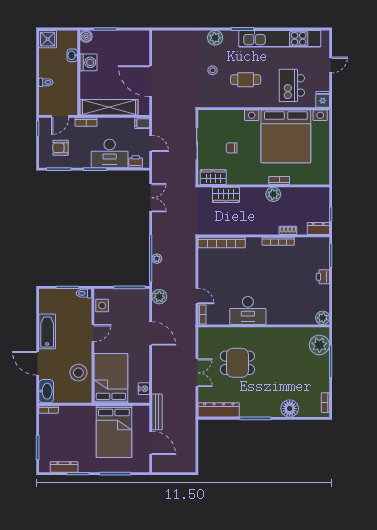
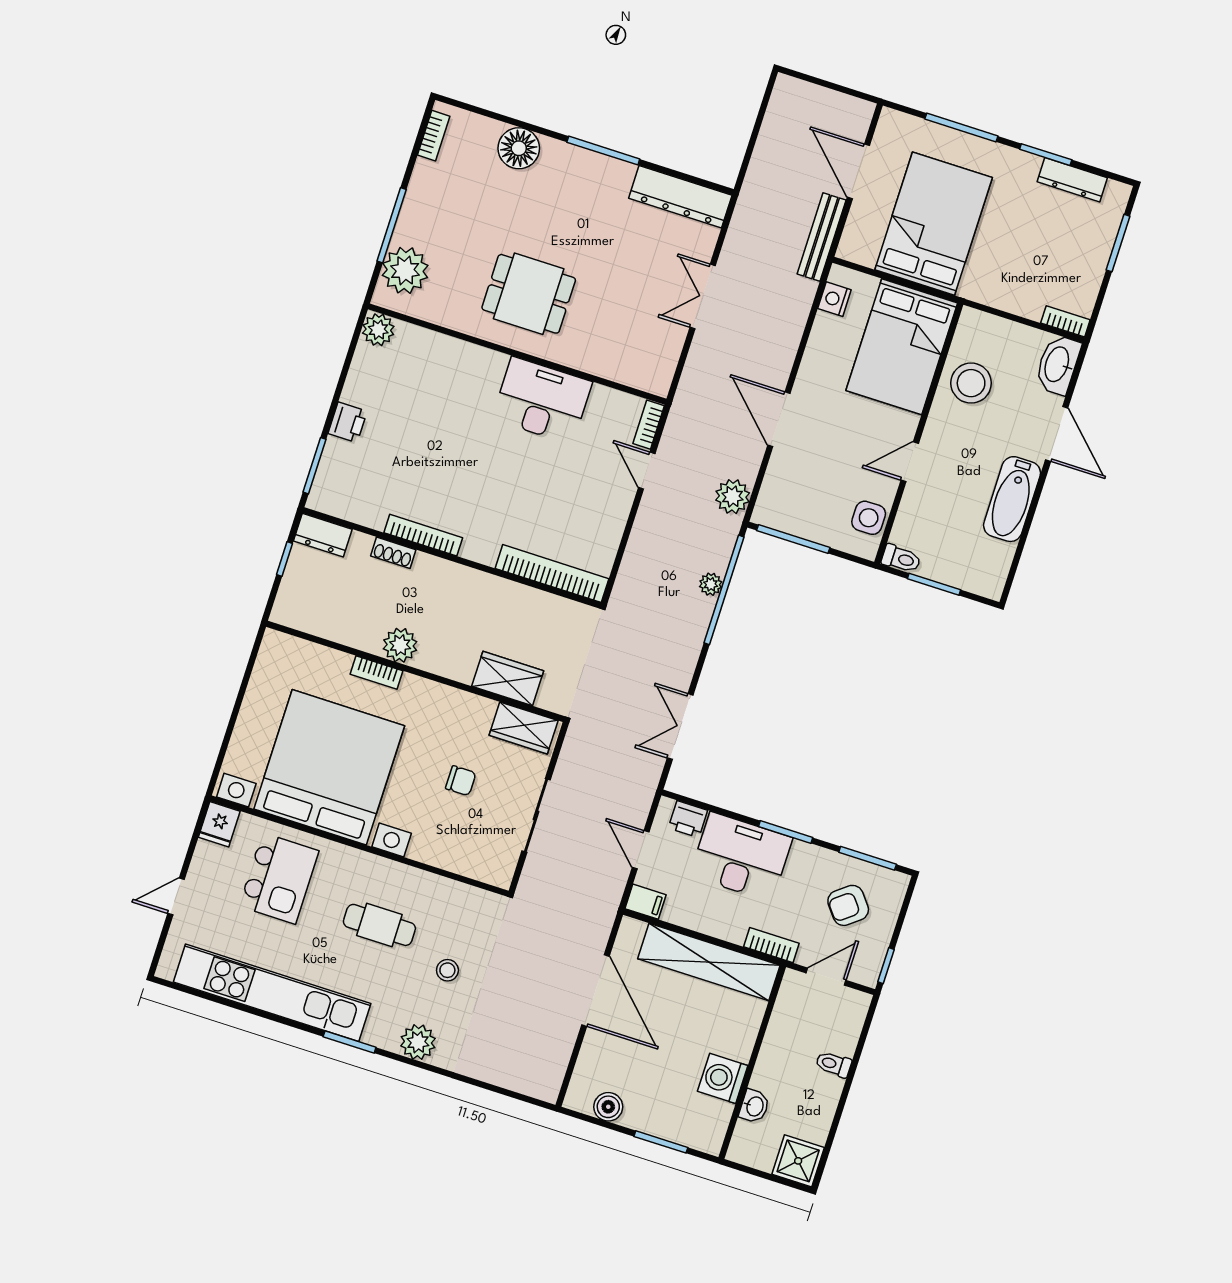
boiler: (86, 36) -> (608, 1107), moved
armchair: (61, 148) -> (848, 905), turned 142
dining table: (237, 363) -> (529, 294), moved

